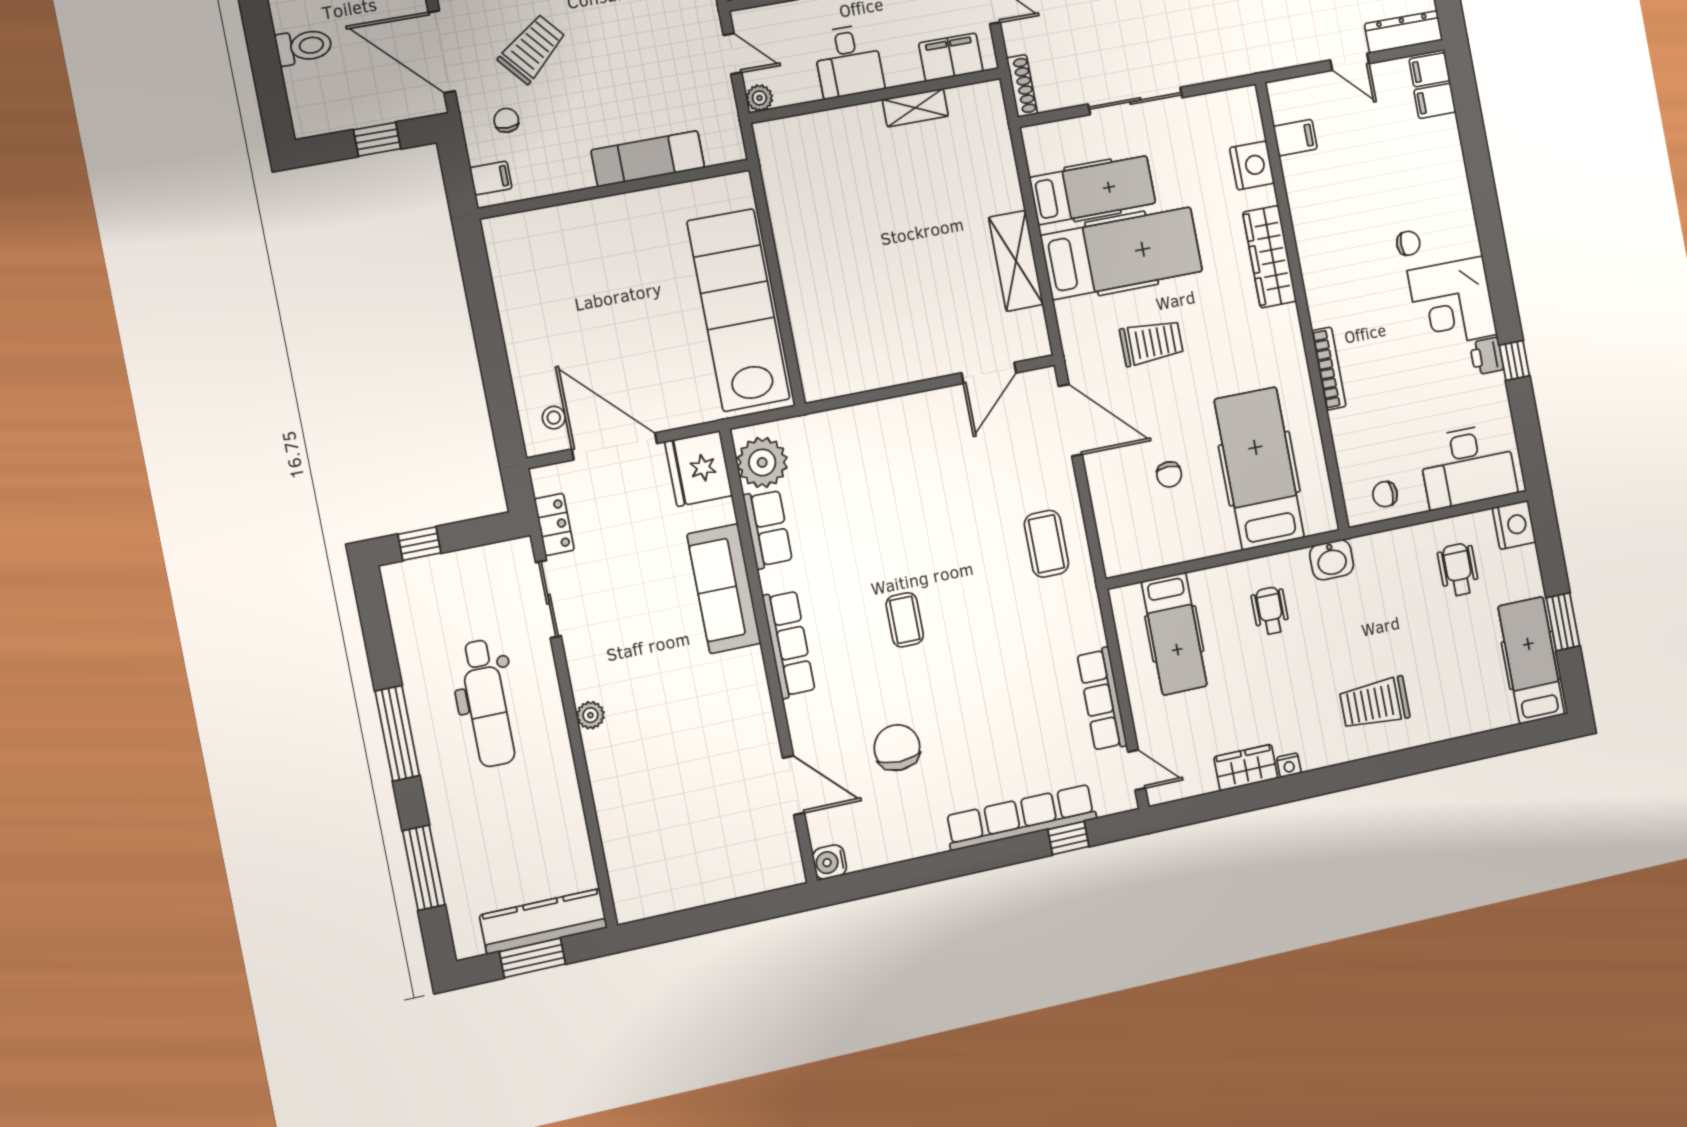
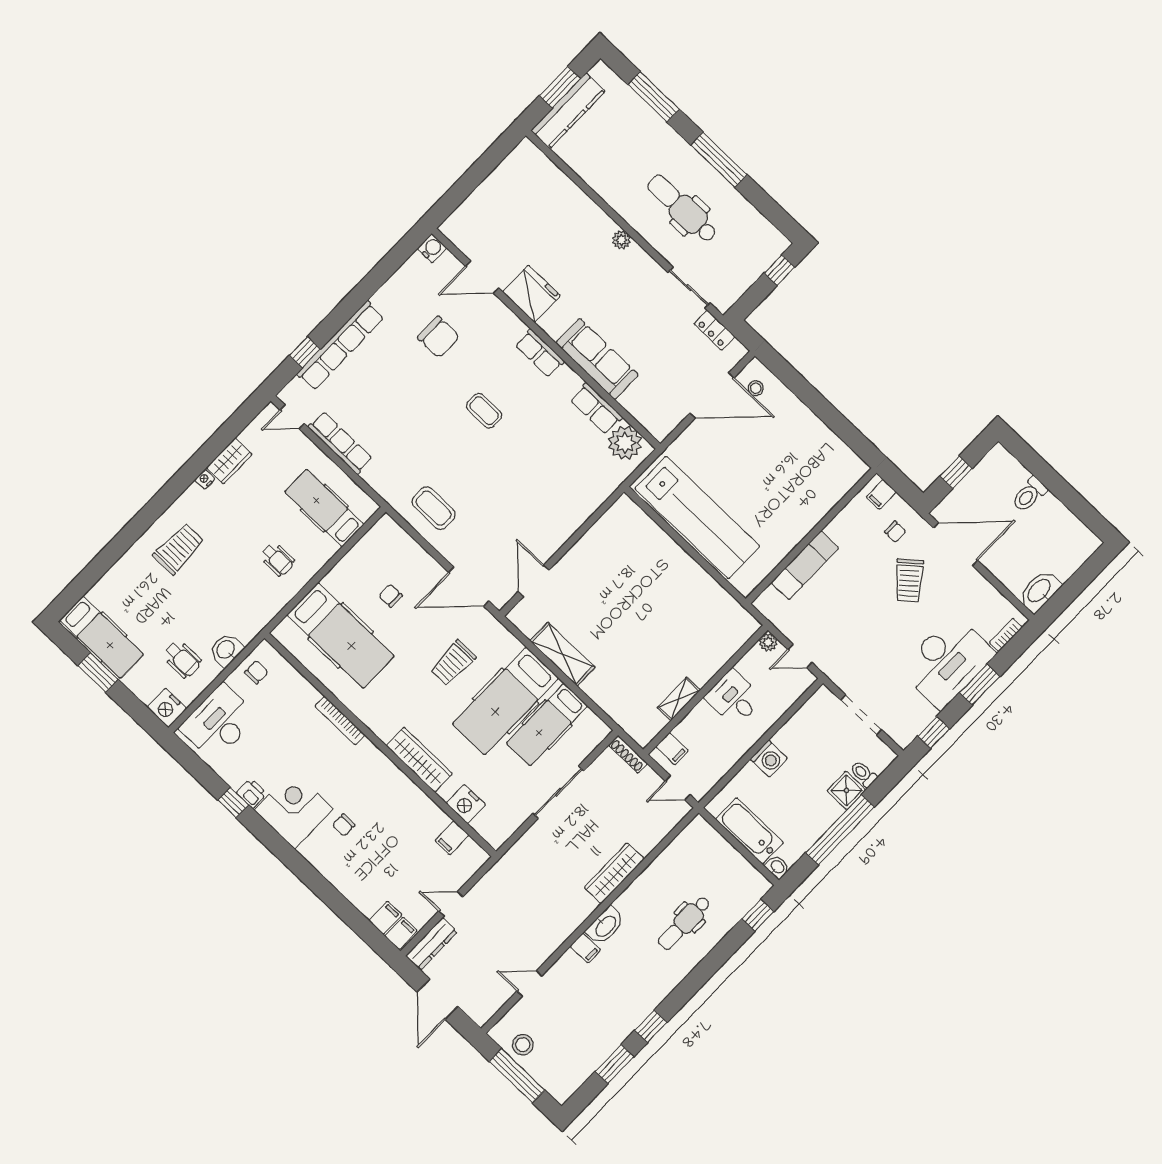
filing cabinet: (951, 57) -> (672, 749), width x0.50
fridge: (699, 469) -> (531, 294), moved
washbasin: (1332, 560) -> (226, 650), moved
row of seats: (789, 644) -> (540, 353), width x0.68

